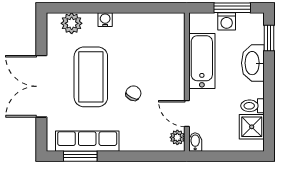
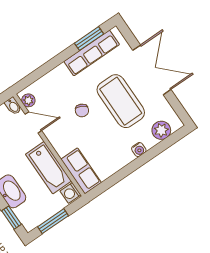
washing machine: (227, 21) -> (70, 193), moved, turned -90
row of seats: (173, 37) -> (81, 171), added

